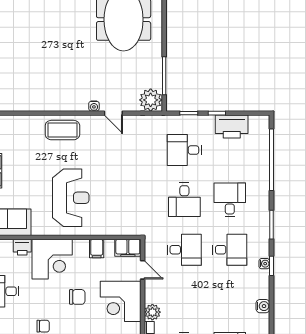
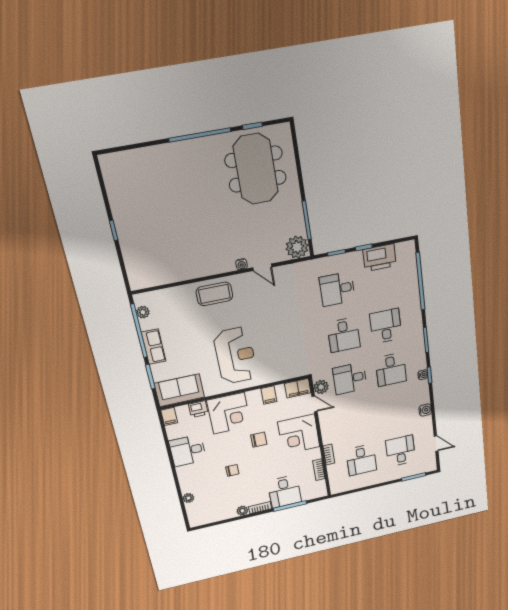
desk: (184, 250) -> (350, 378), turned 180
desk: (230, 250) -> (391, 370), turned 90
plant: (152, 312) -> (321, 387), moved

